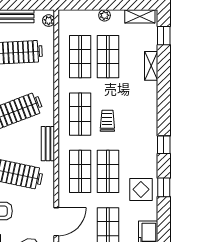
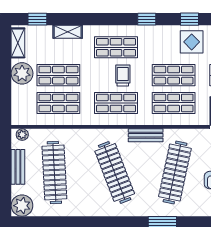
plant: (105, 15) -> (22, 73), width x1.88, depth x1.88
shop shelf: (136, 114) -> (116, 47), added
trolley: (107, 121) -> (123, 76), turned 90

